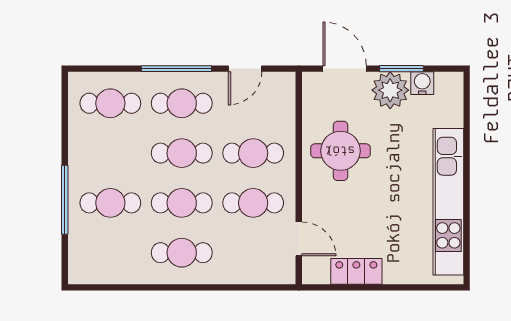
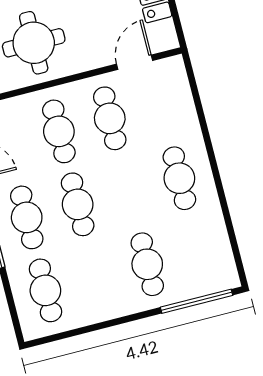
window: (65, 200) -> (196, 301), moved
cafe table: (182, 203) -> (128, 191), removed

